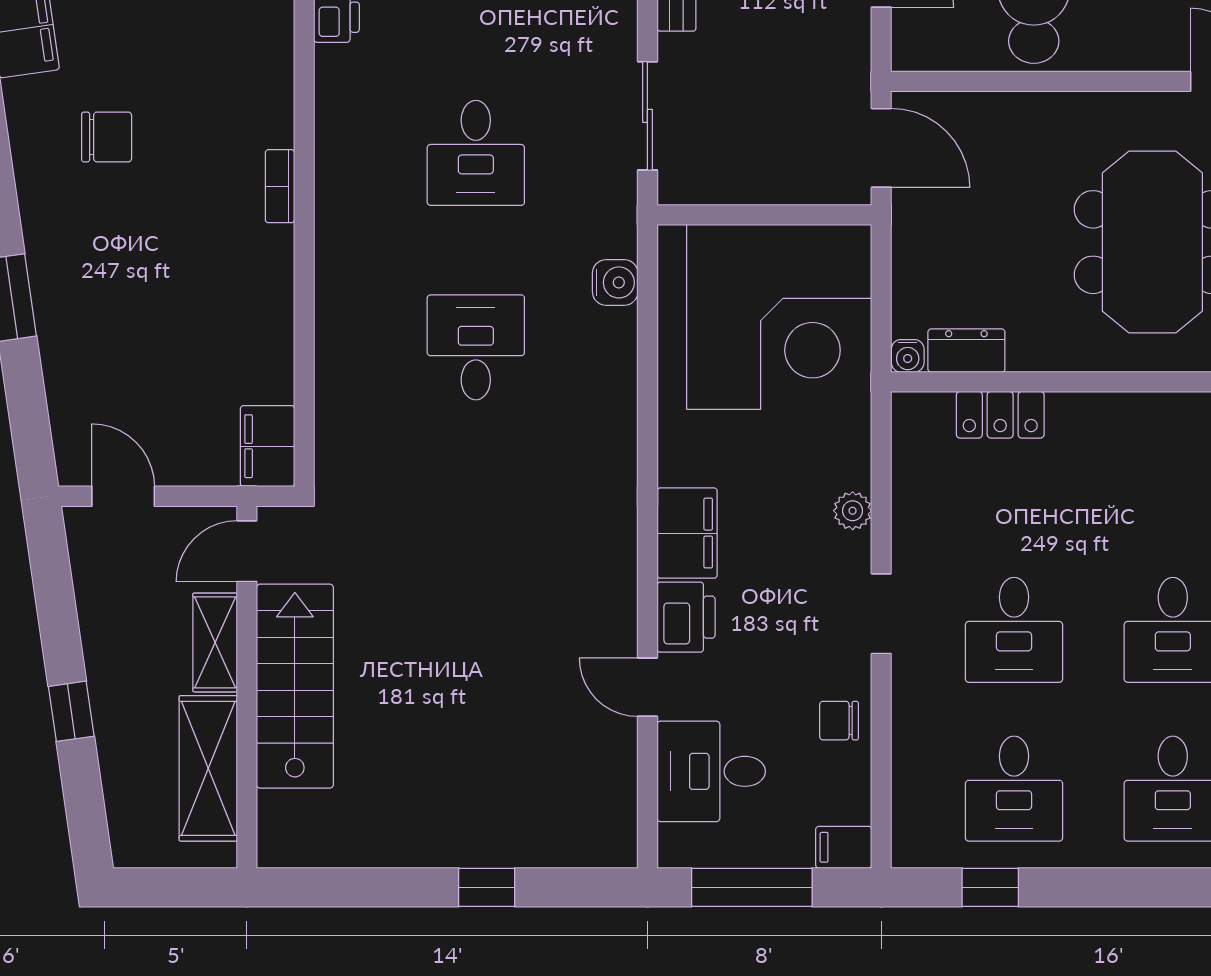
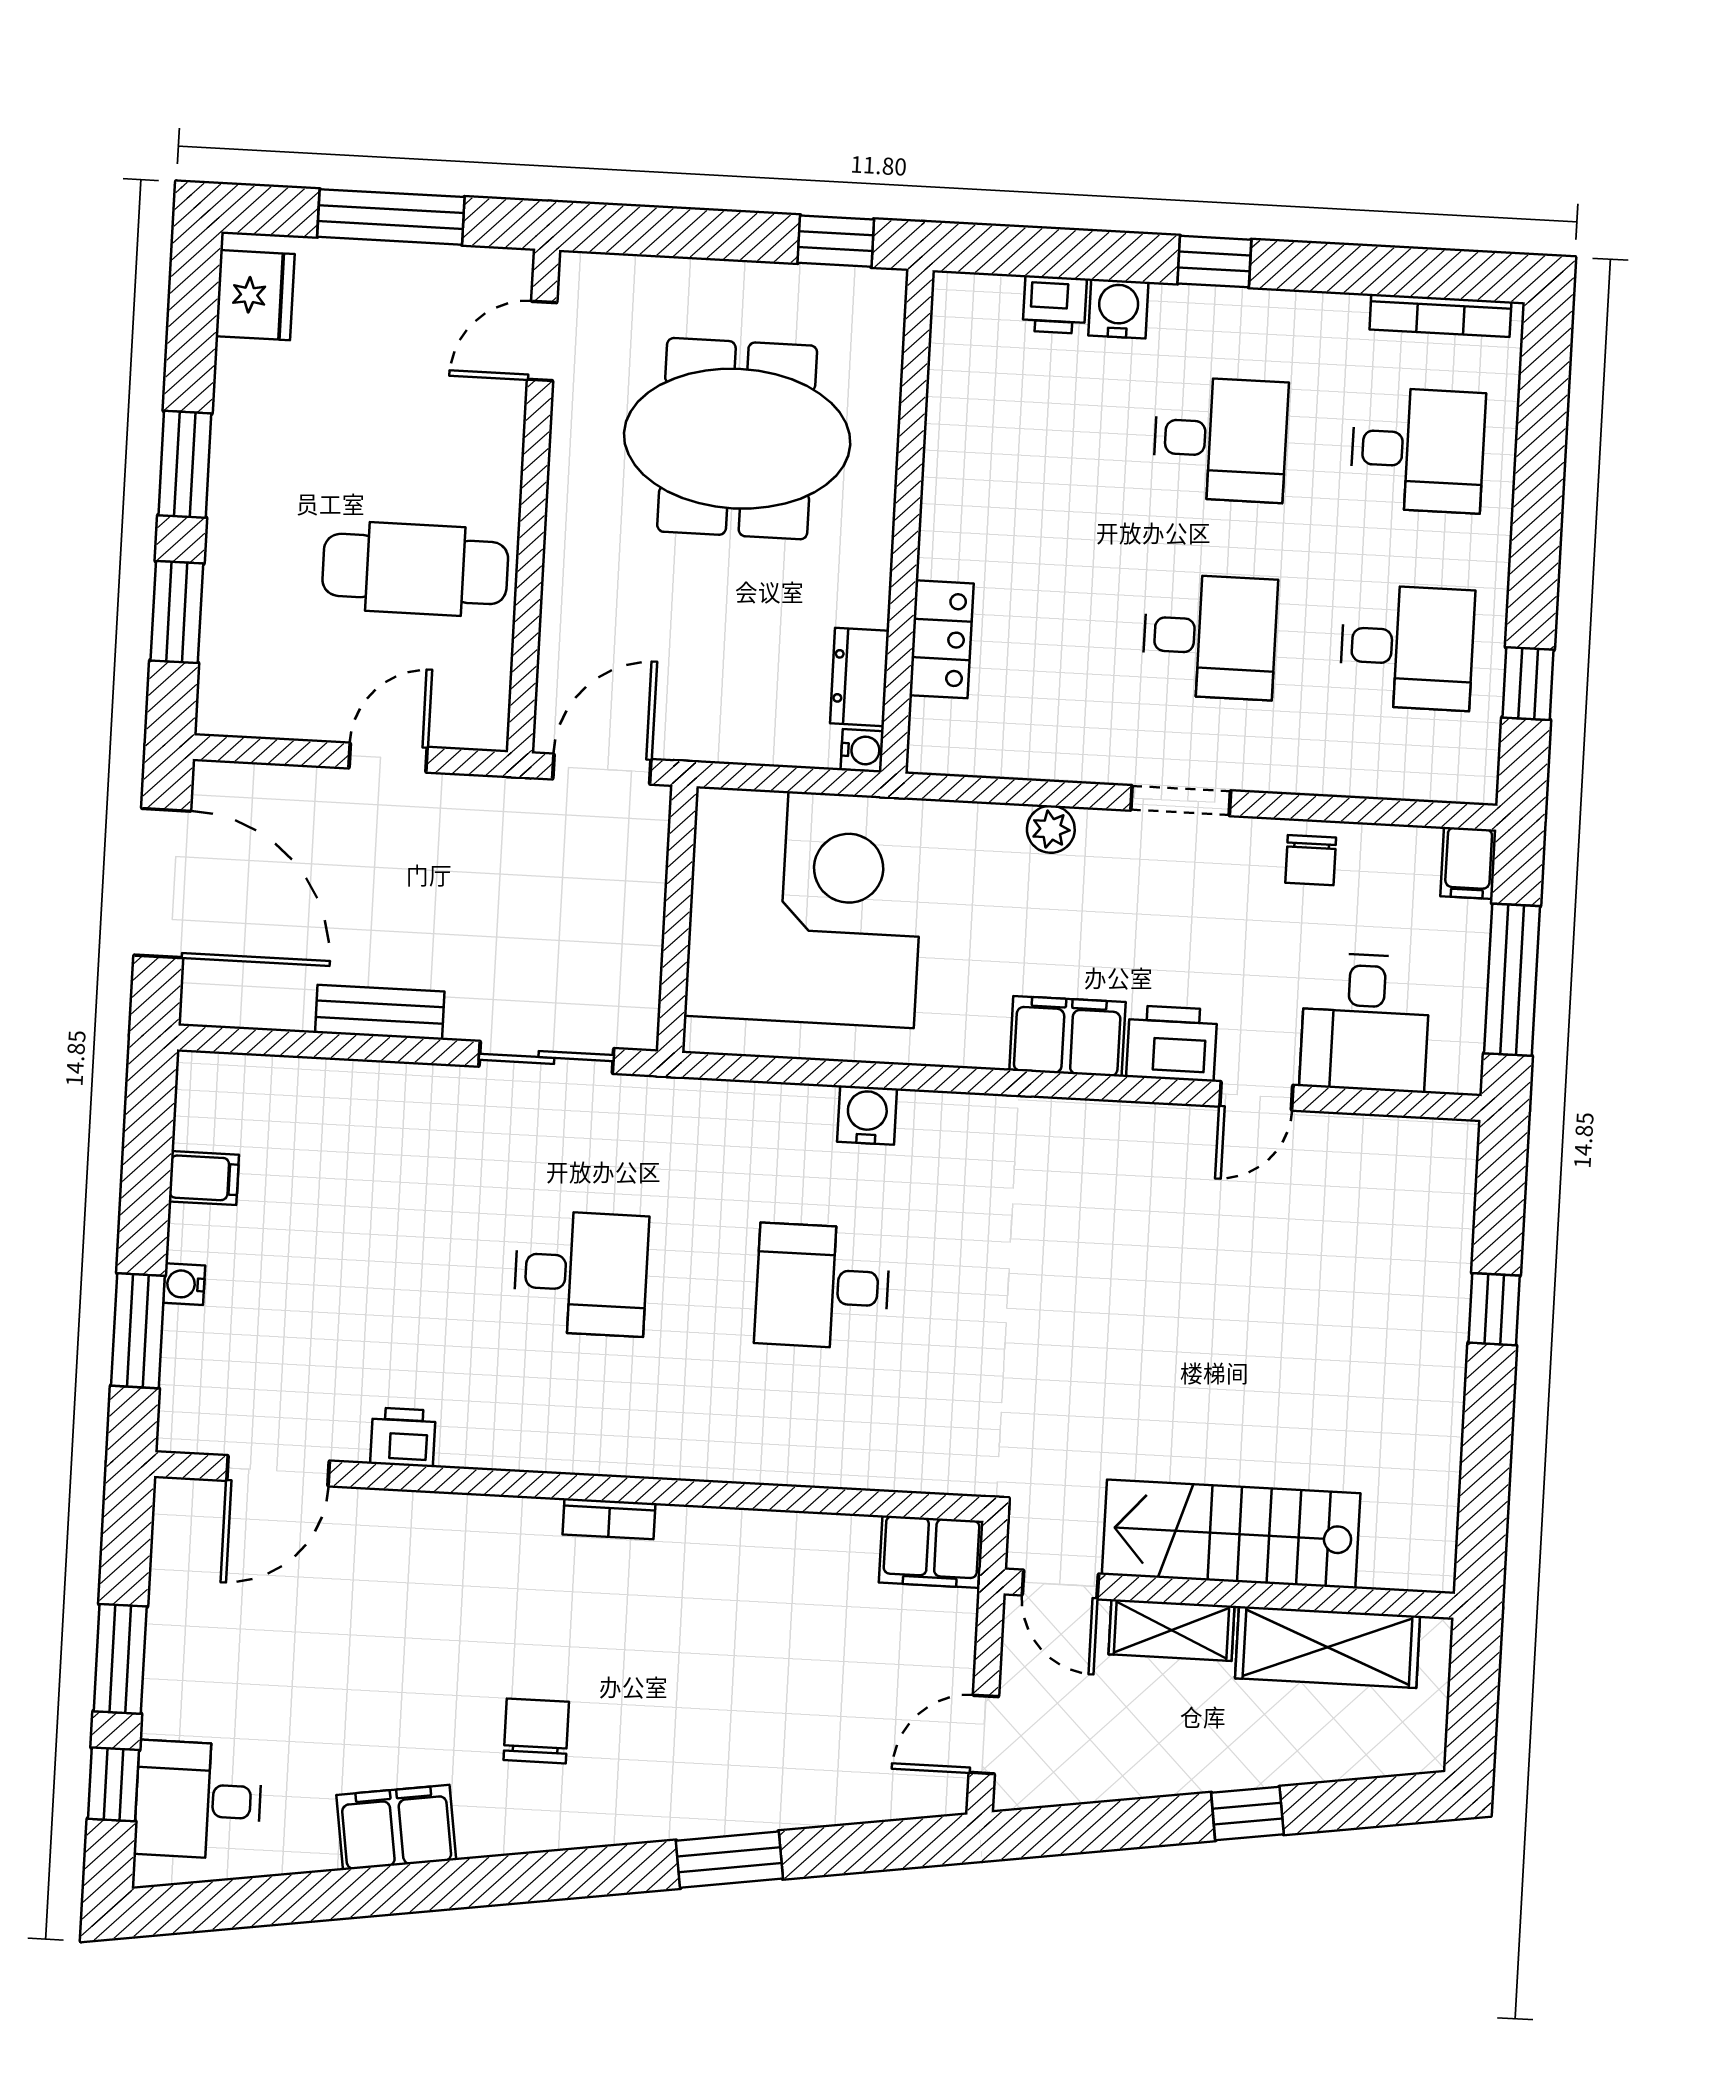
water cooler: (615, 282) -> (867, 1115), moved

